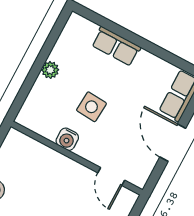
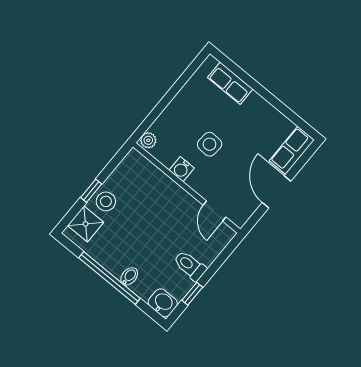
row of seats: (116, 46) -> (230, 83), moved
plant: (50, 70) -> (148, 140), moved

